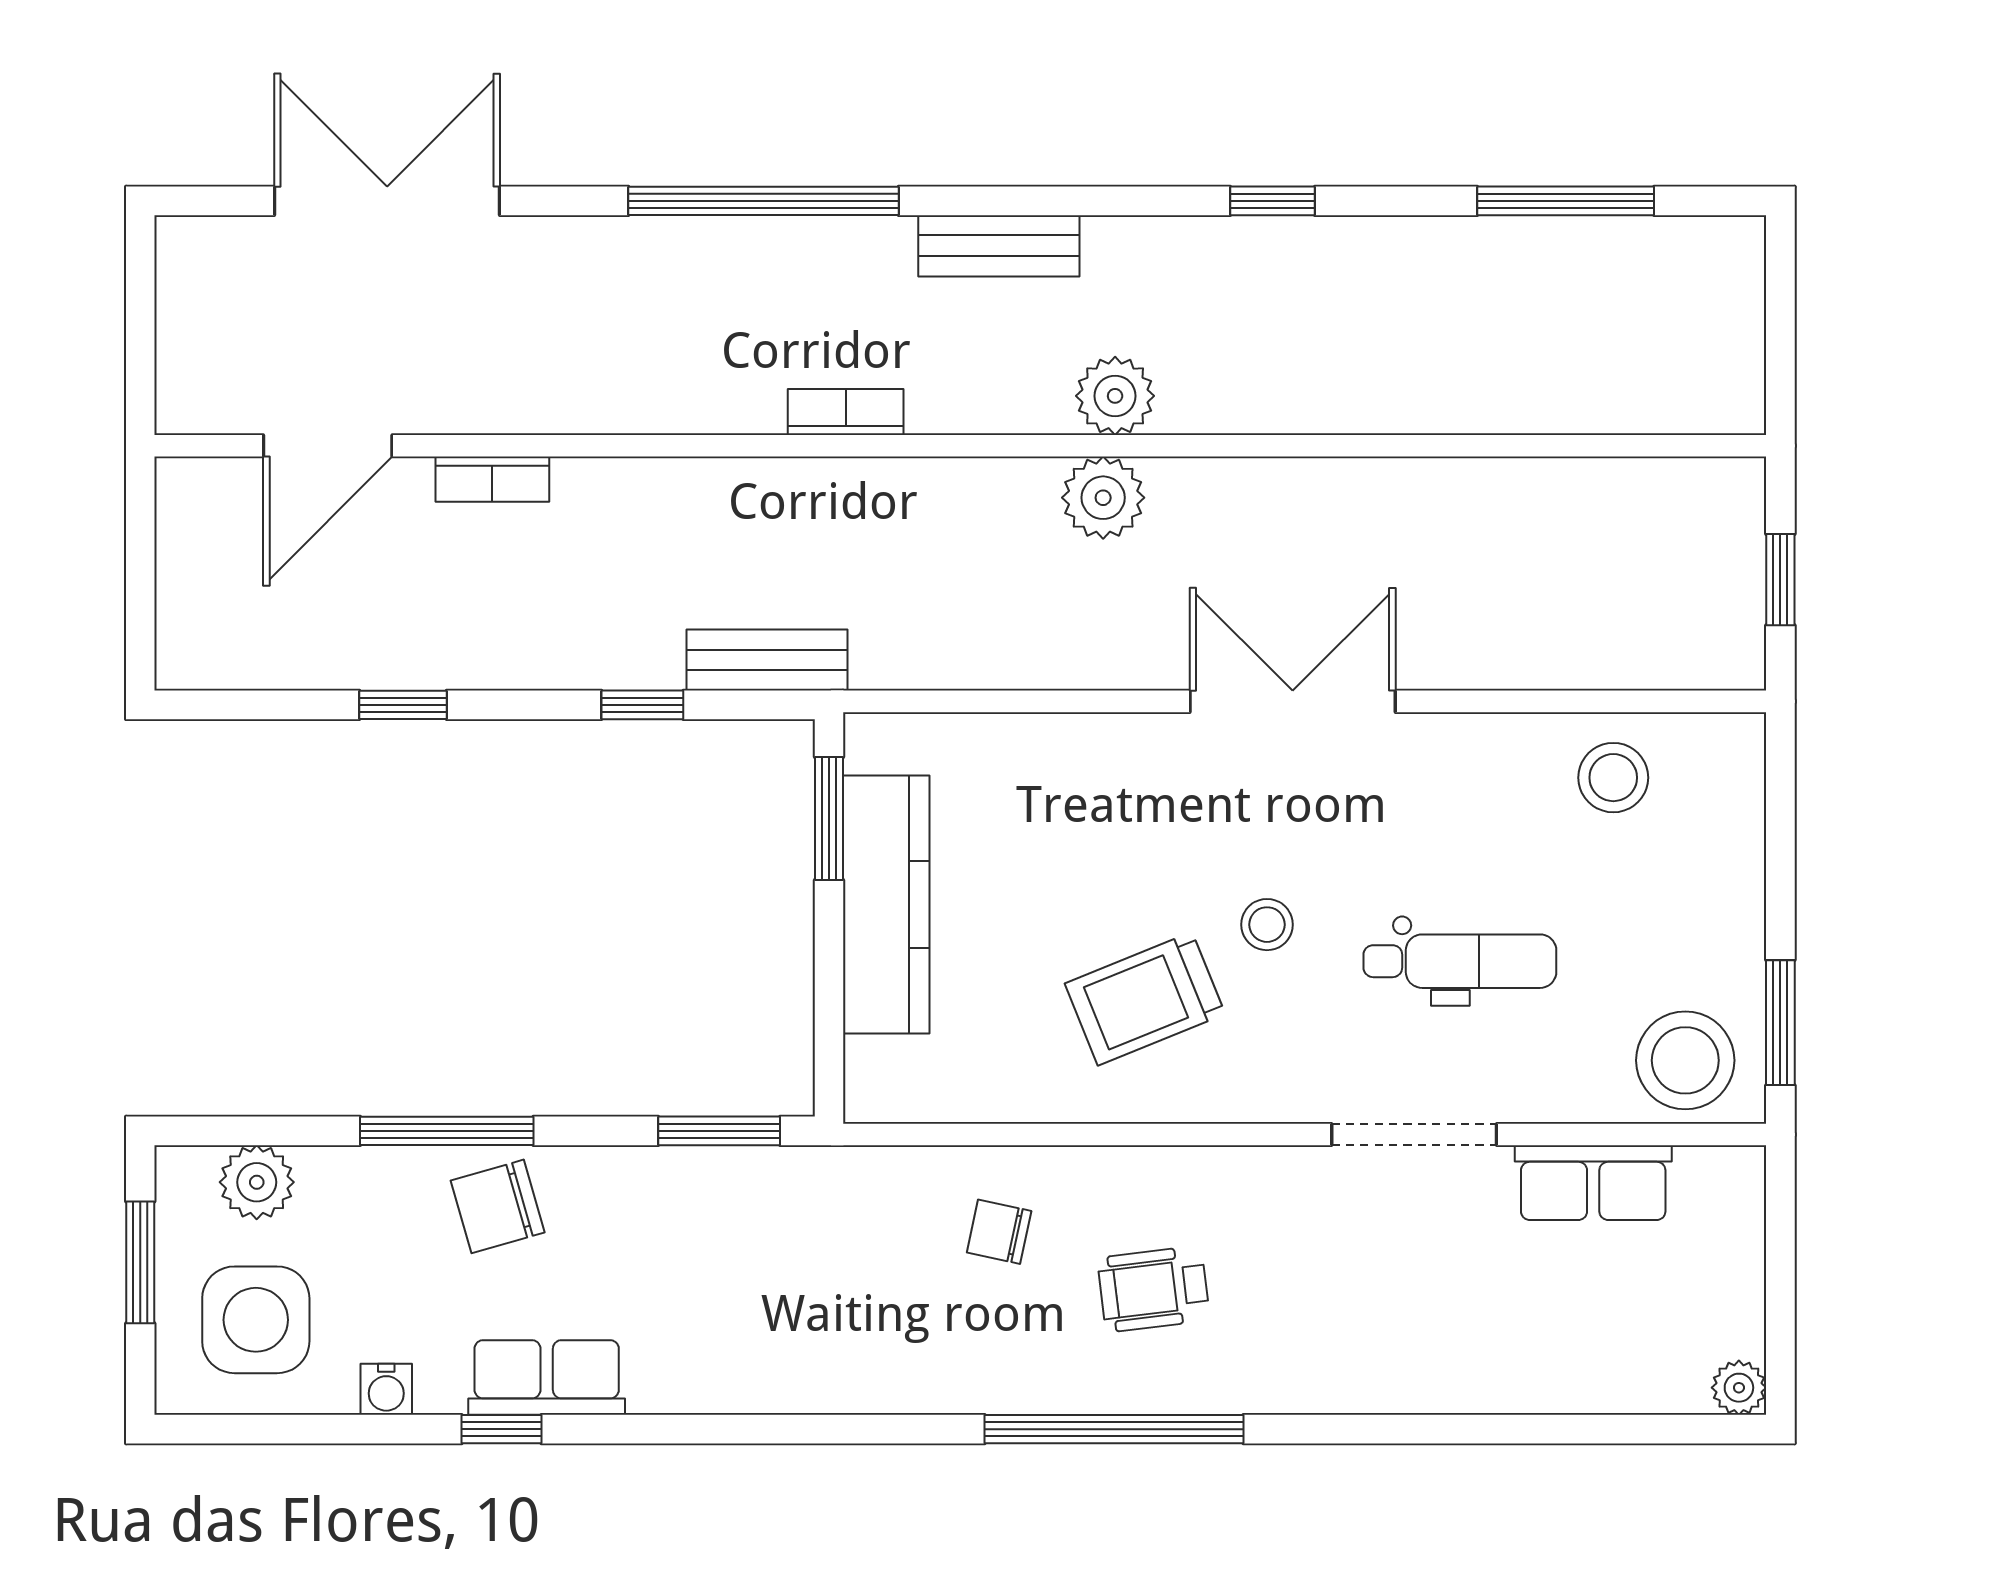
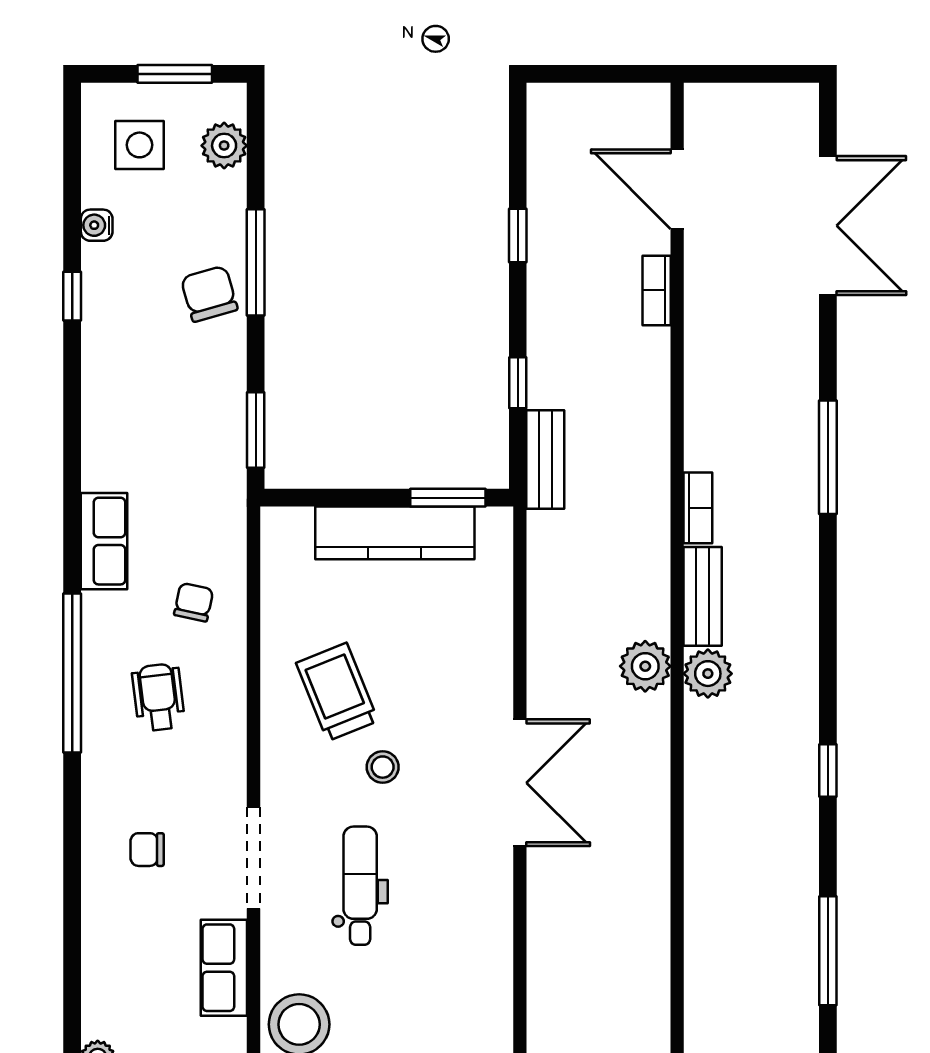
window: (764, 201) -> (828, 457), width x0.68
bench: (999, 246) -> (703, 596), moved
stool: (1613, 778) -> (473, 980), removed
dental chair: (1460, 961) -> (360, 886), turned 180
chair: (1401, 1307) -> (147, 850), added
side table: (256, 1320) -> (139, 145), width x0.73, depth x0.73
row of seats: (547, 1378) -> (104, 541), moved

